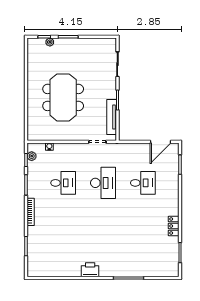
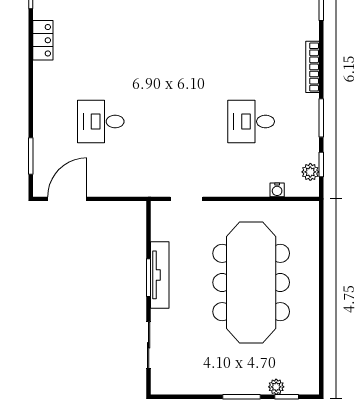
meeting table: (63, 97) -> (251, 282), width x1.36
tv unit: (112, 117) -> (160, 275), moved
desk: (103, 183) -> (176, 121), removed

